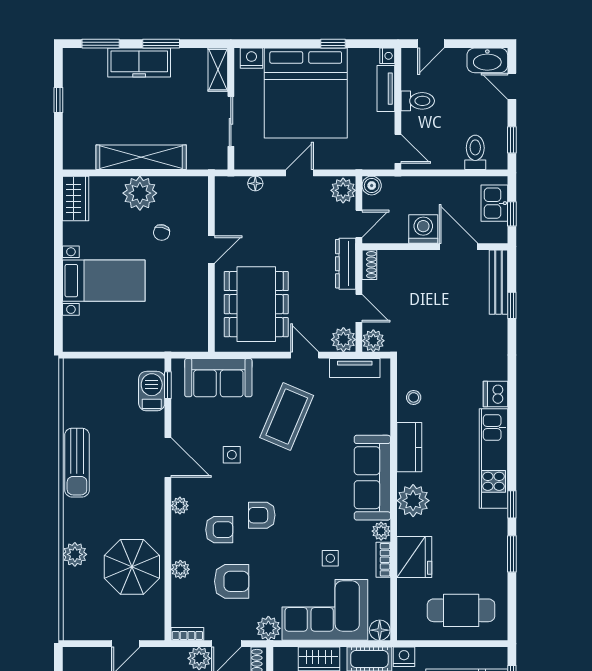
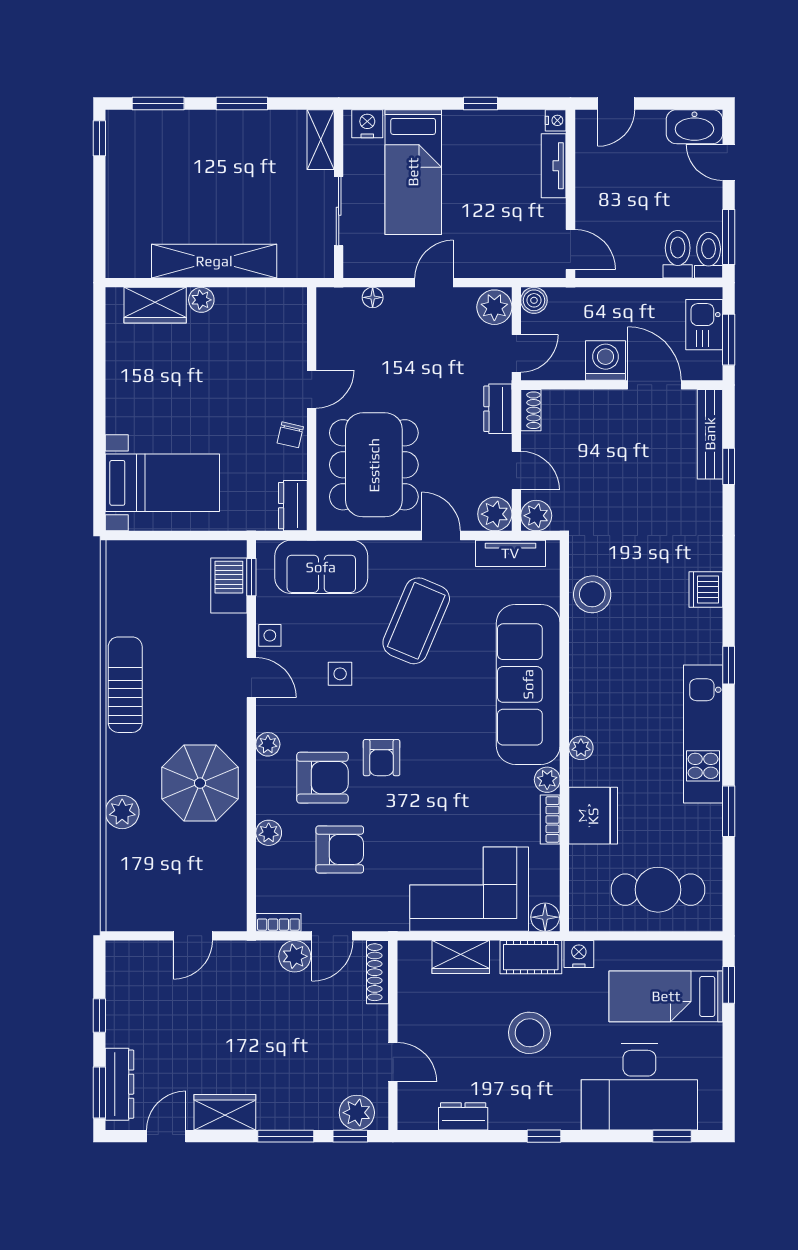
freezer: (139, 63) -> (212, 130), removed
bed: (306, 93) -> (413, 172), width x0.49
window: (58, 100) -> (99, 138), moved
toilet: (418, 101) -> (709, 255), moved, turned -90
window: (512, 140) -> (729, 237), width x1.50
plant: (140, 193) -> (201, 300), width x0.53, depth x0.53
wardrobe: (76, 198) -> (155, 305), moved, turned 90
window: (512, 214) -> (729, 340), width x1.50
chair: (162, 233) -> (290, 435), moved
dresser: (346, 264) -> (498, 409), width x0.70
bed with nightstands: (104, 281) -> (162, 483), moved
dresser: (198, 334) -> (293, 506), added
stool: (414, 397) -> (592, 594), width x1.89, depth x1.89
kitchen counter: (409, 447) -> (586, 663), removed
door: (168, 457) -> (251, 678), width x0.73
kitchen unit: (494, 458) -> (703, 734), moved
sun lounger: (77, 463) -> (125, 685), turned 180
sofa: (372, 478) -> (528, 684), width x1.36, depth x1.27
plant: (413, 501) -> (581, 748), width x0.53, depth x0.53
window: (512, 504) -> (729, 665), moved
armchair: (262, 515) -> (382, 758), turned -90
armchair: (219, 530) -> (323, 778), width x1.38, depth x1.38
side table: (330, 558) -> (270, 635), moved
parasol: (132, 567) -> (200, 783), moved
plant: (268, 628) -> (391, 915), removed

